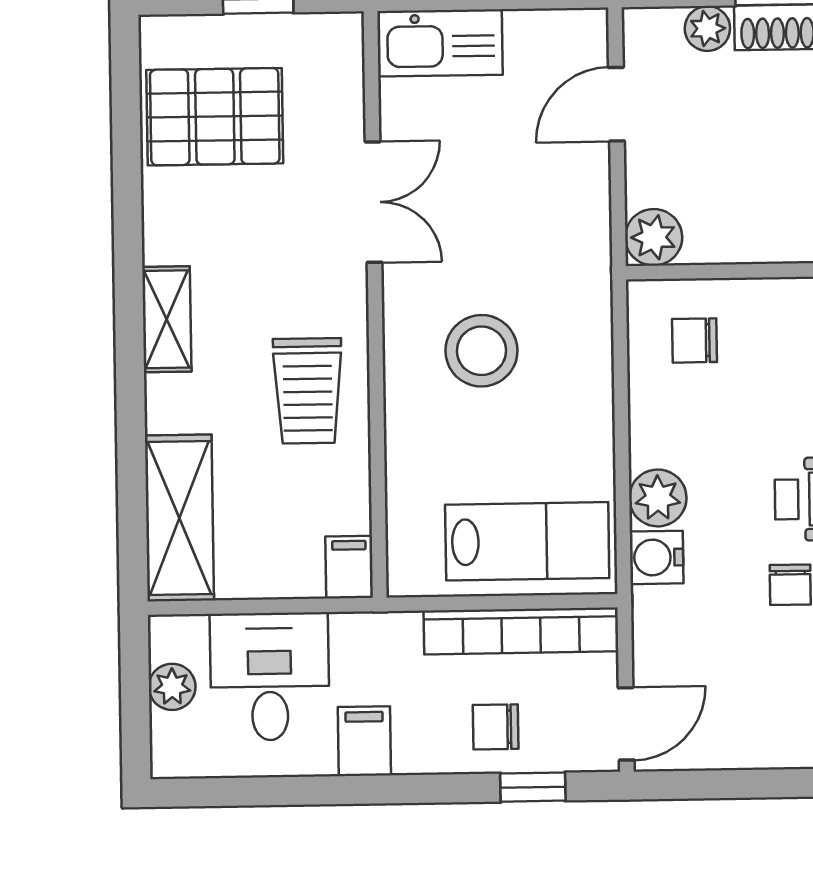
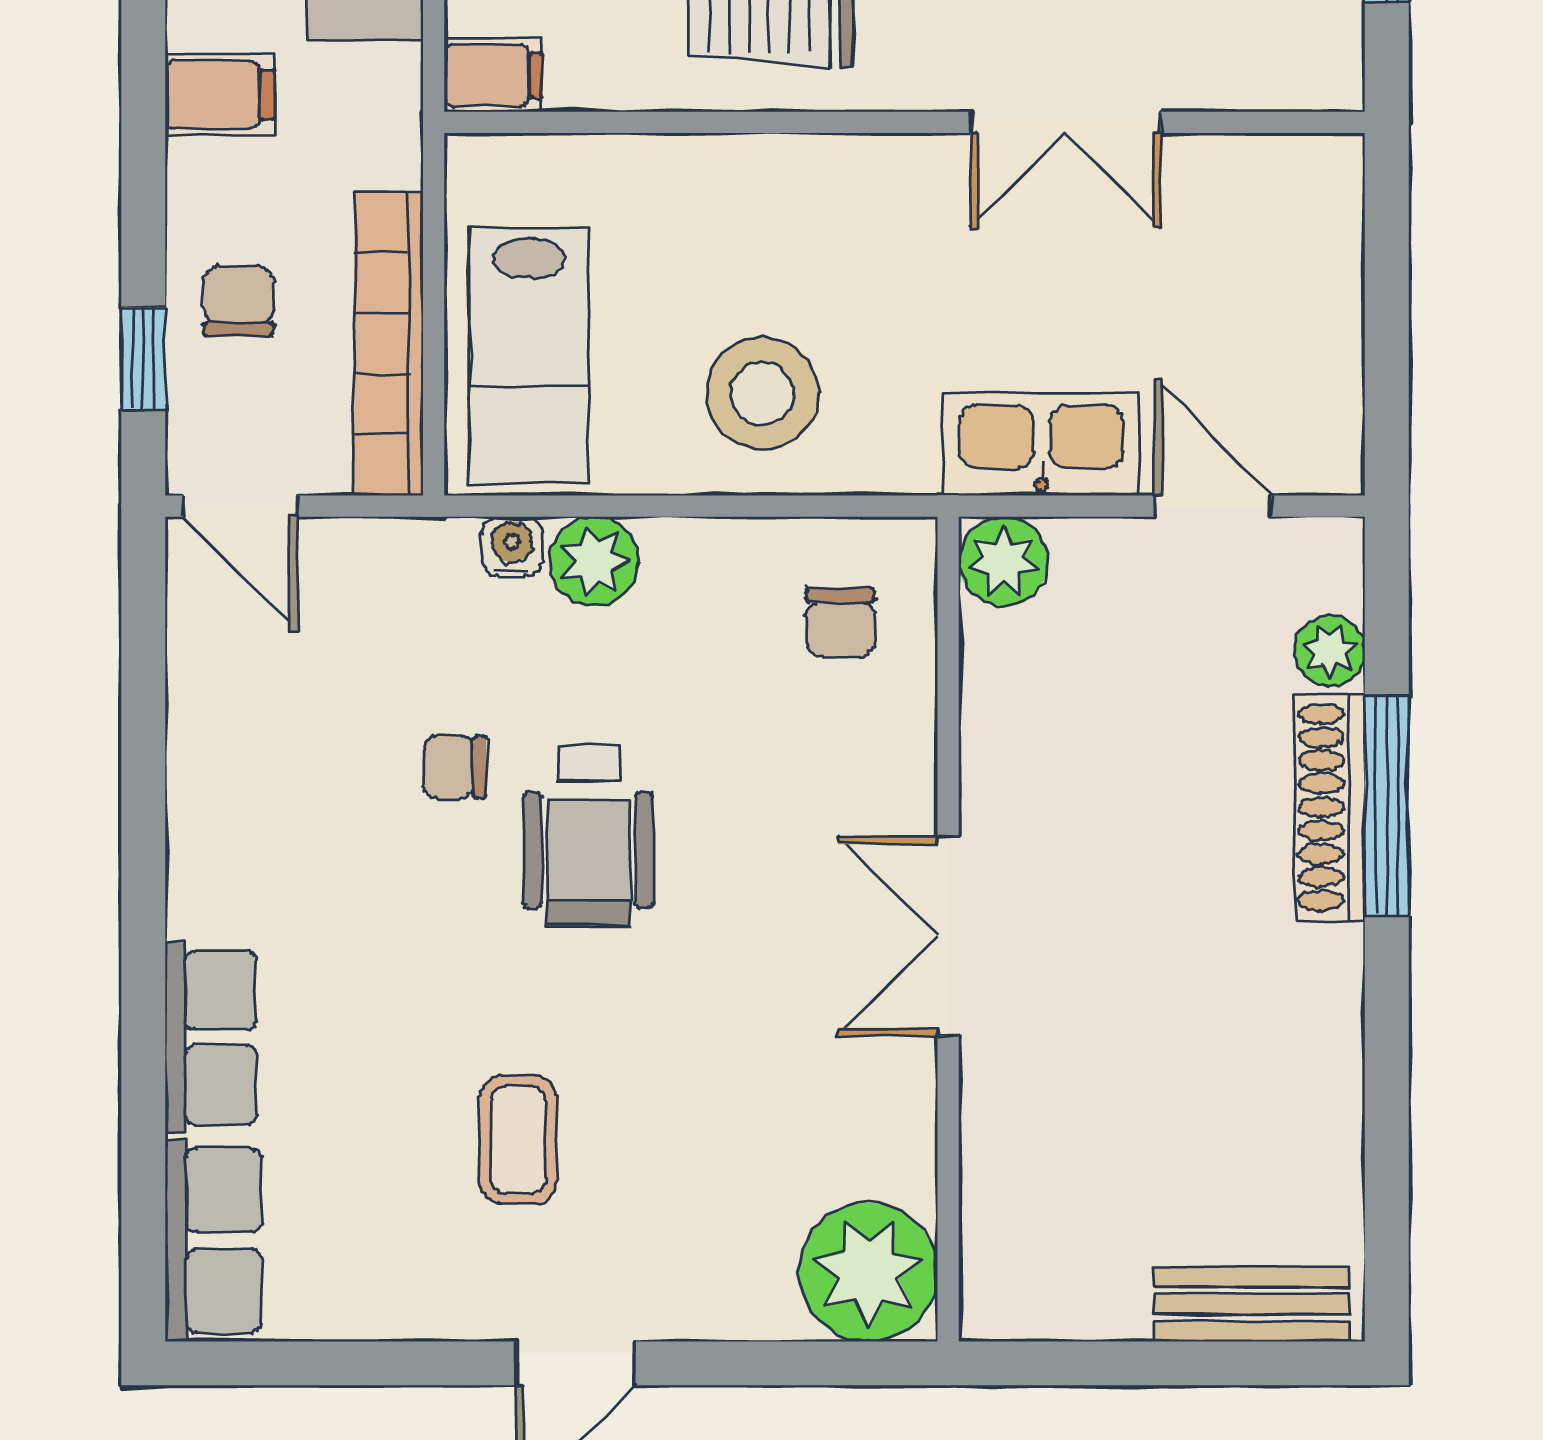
kitchen sink: (440, 43) -> (1041, 444), moved, turned 90
chair: (694, 340) -> (840, 623), turned 180
stool: (481, 351) -> (762, 393), moved
water cooler: (657, 557) -> (512, 547), width x0.72, depth x0.72

